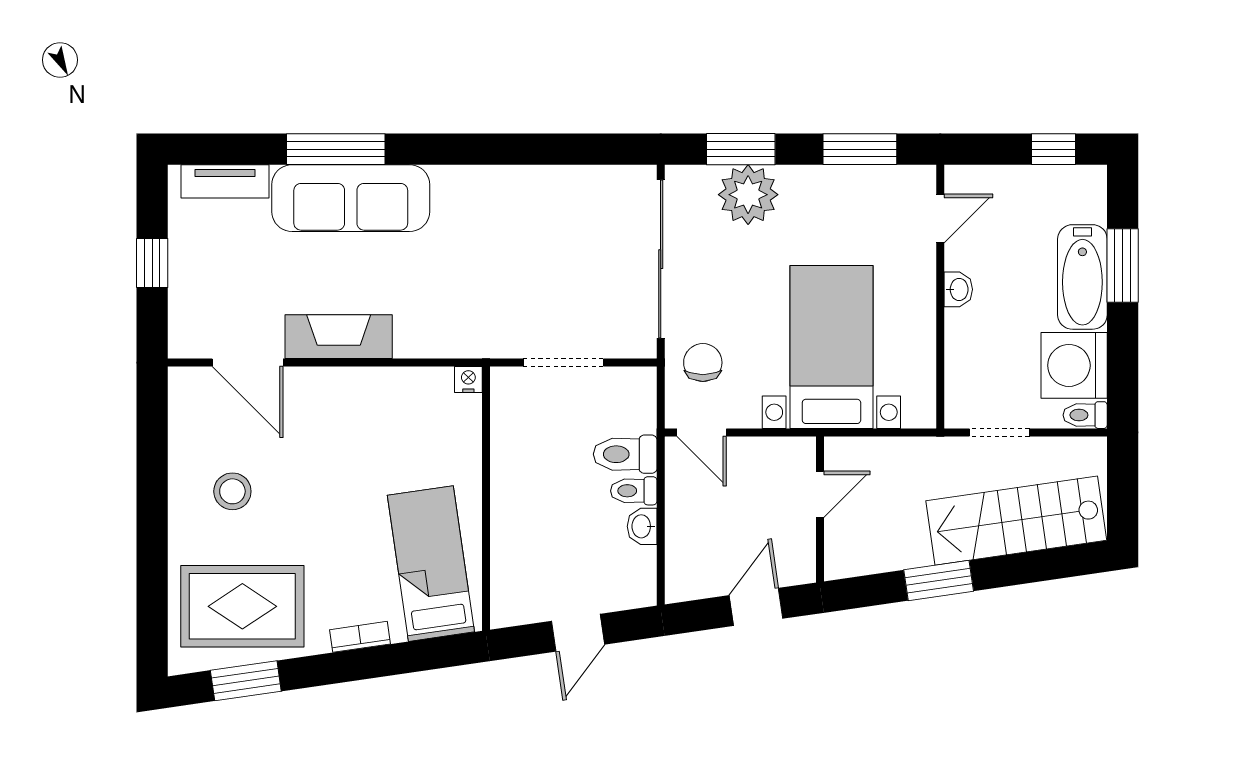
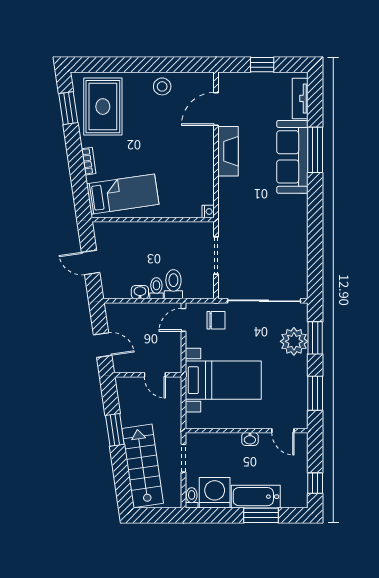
stool: (232, 491) -> (162, 86), moved

